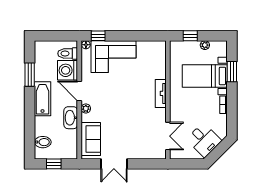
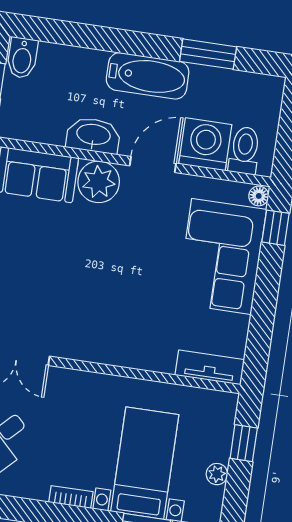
tv unit: (161, 93) -> (210, 367), moved
plant: (86, 109) -> (99, 182), width x1.88, depth x1.88
bidet: (43, 142) -> (22, 58), moved

